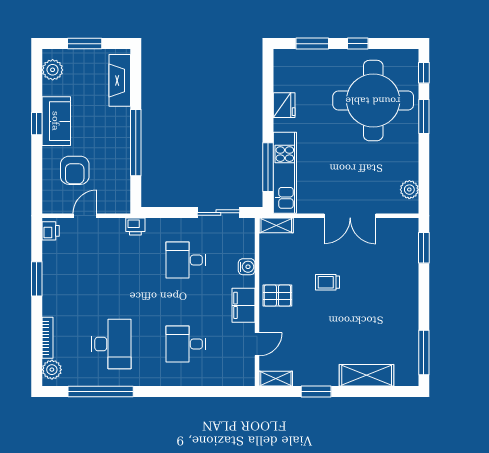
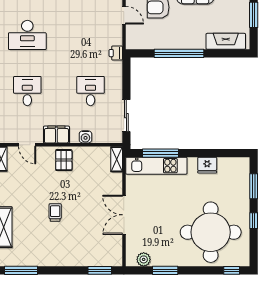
window: (424, 117) -> (165, 270), moved
trolley: (327, 282) -> (55, 212), moved

